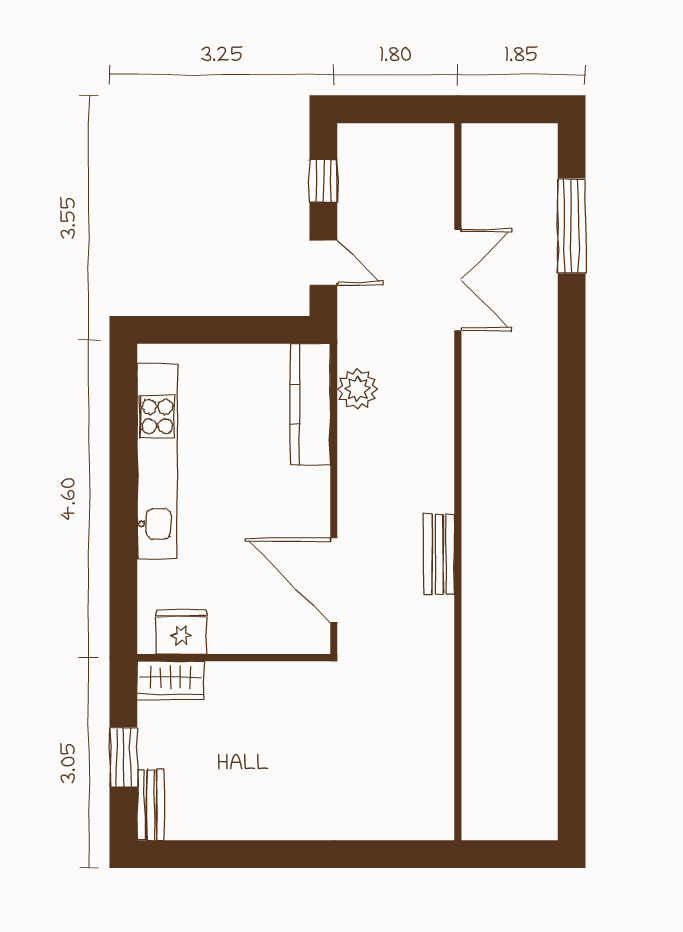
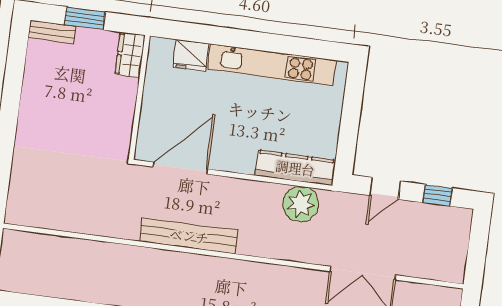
plant: (357, 389) -> (301, 204), width x1.36, depth x1.36
bench: (439, 554) -> (189, 236), width x1.86, depth x1.21
fridge: (181, 632) -> (191, 56), moved, turned 90

